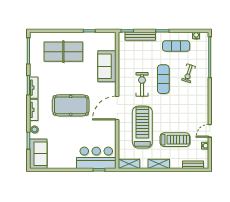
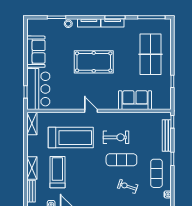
pool table: (71, 105) -> (94, 62), turned 90
door: (117, 108) -> (91, 111), width x0.53
treadmill: (175, 140) -> (57, 172), turned 180
sofa: (38, 154) -> (36, 52), moved, turned -90
shelving: (159, 164) -> (32, 168), moved

